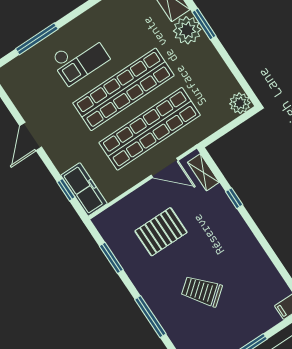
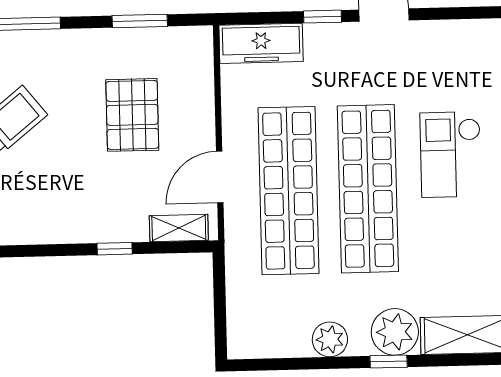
window: (204, 24) -> (389, 362), width x0.67
plant: (240, 103) -> (330, 339), moved
window: (66, 190) -> (323, 17), moved

